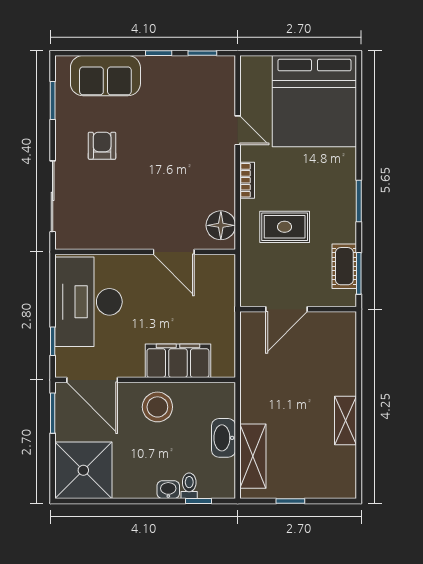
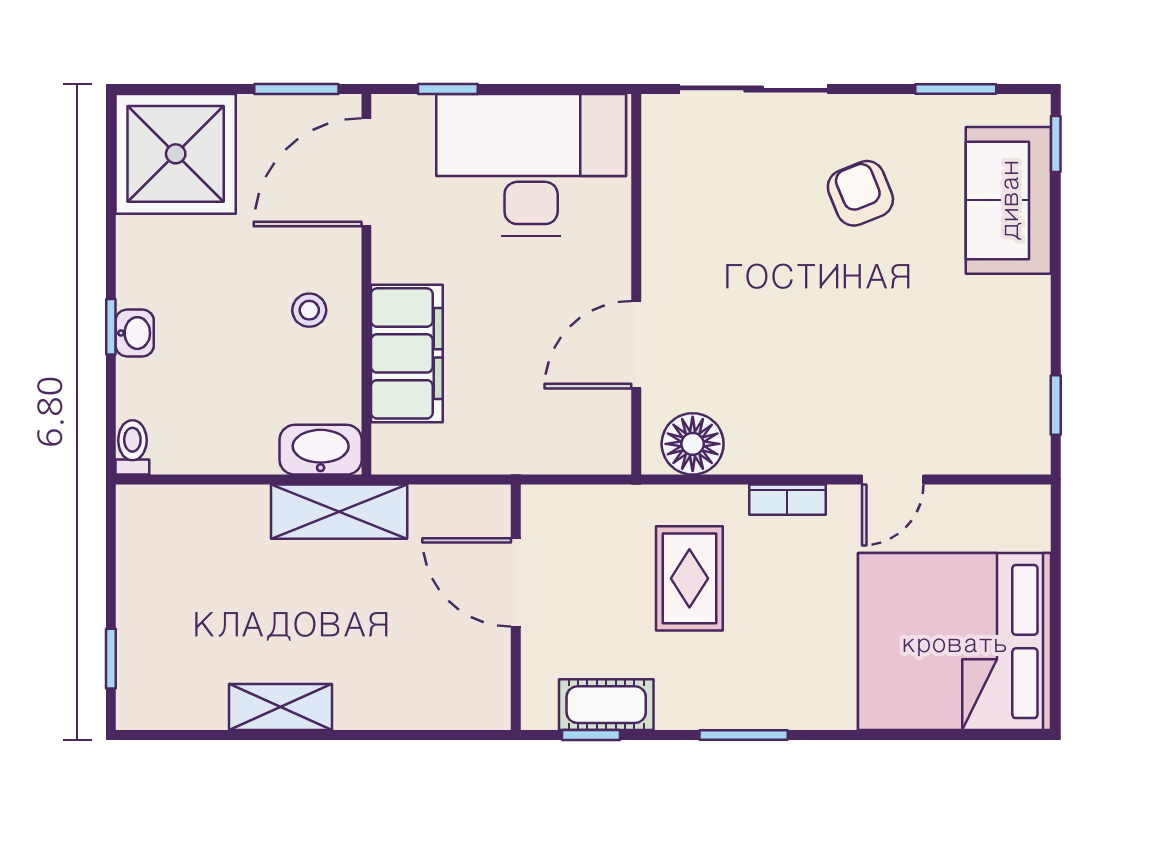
window: (159, 53) -> (1056, 144), moved
armchair: (102, 146) -> (860, 193), turned -112
window: (359, 273) -> (591, 735), width x0.67
stool: (157, 407) -> (309, 310), width x0.53, depth x0.53
washbasin: (224, 438) -> (321, 450), moved
shelving: (253, 456) -> (339, 512), moved
toilet: (189, 486) -> (132, 447), moved, turned -90
window: (198, 501) -> (111, 327), moved
window: (290, 501) -> (111, 659), moved

